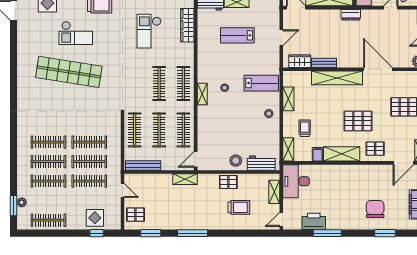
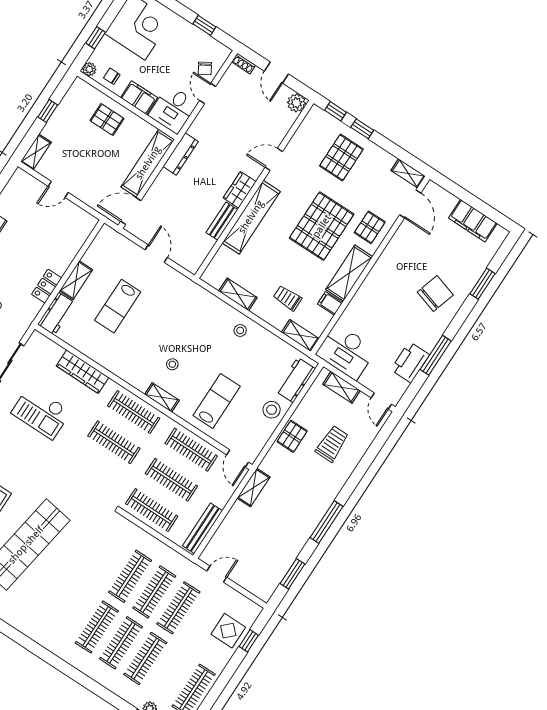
dresser: (351, 15) -> (181, 154), width x1.44
wardrobe: (187, 25) -> (83, 372), moved
wardrobe: (300, 61) -> (240, 190), moved
door: (378, 69) -> (274, 159), width x0.53
lab bench: (261, 83) -> (217, 401), moved
pallet: (358, 121) -> (322, 226), width x1.37, depth x1.41
chair: (375, 209) -> (435, 294), moved, turned 107
pallet: (135, 215) -> (257, 578), removed

